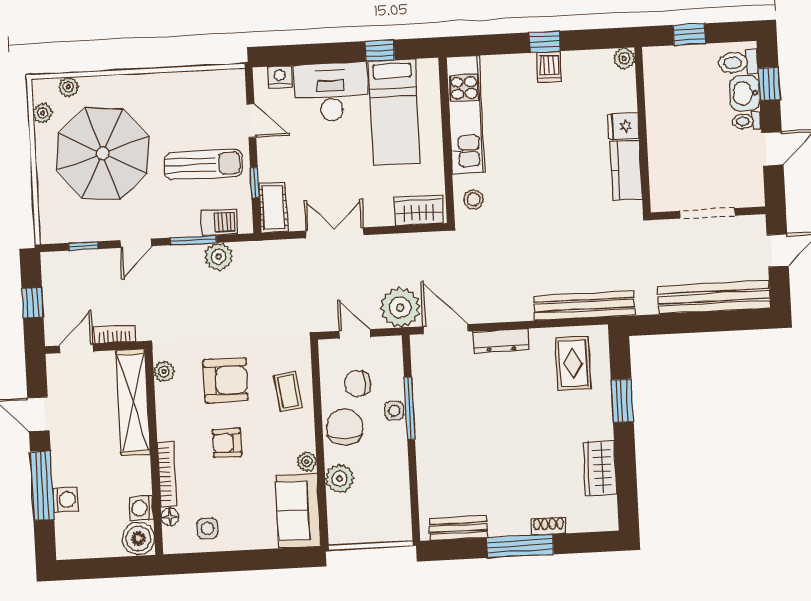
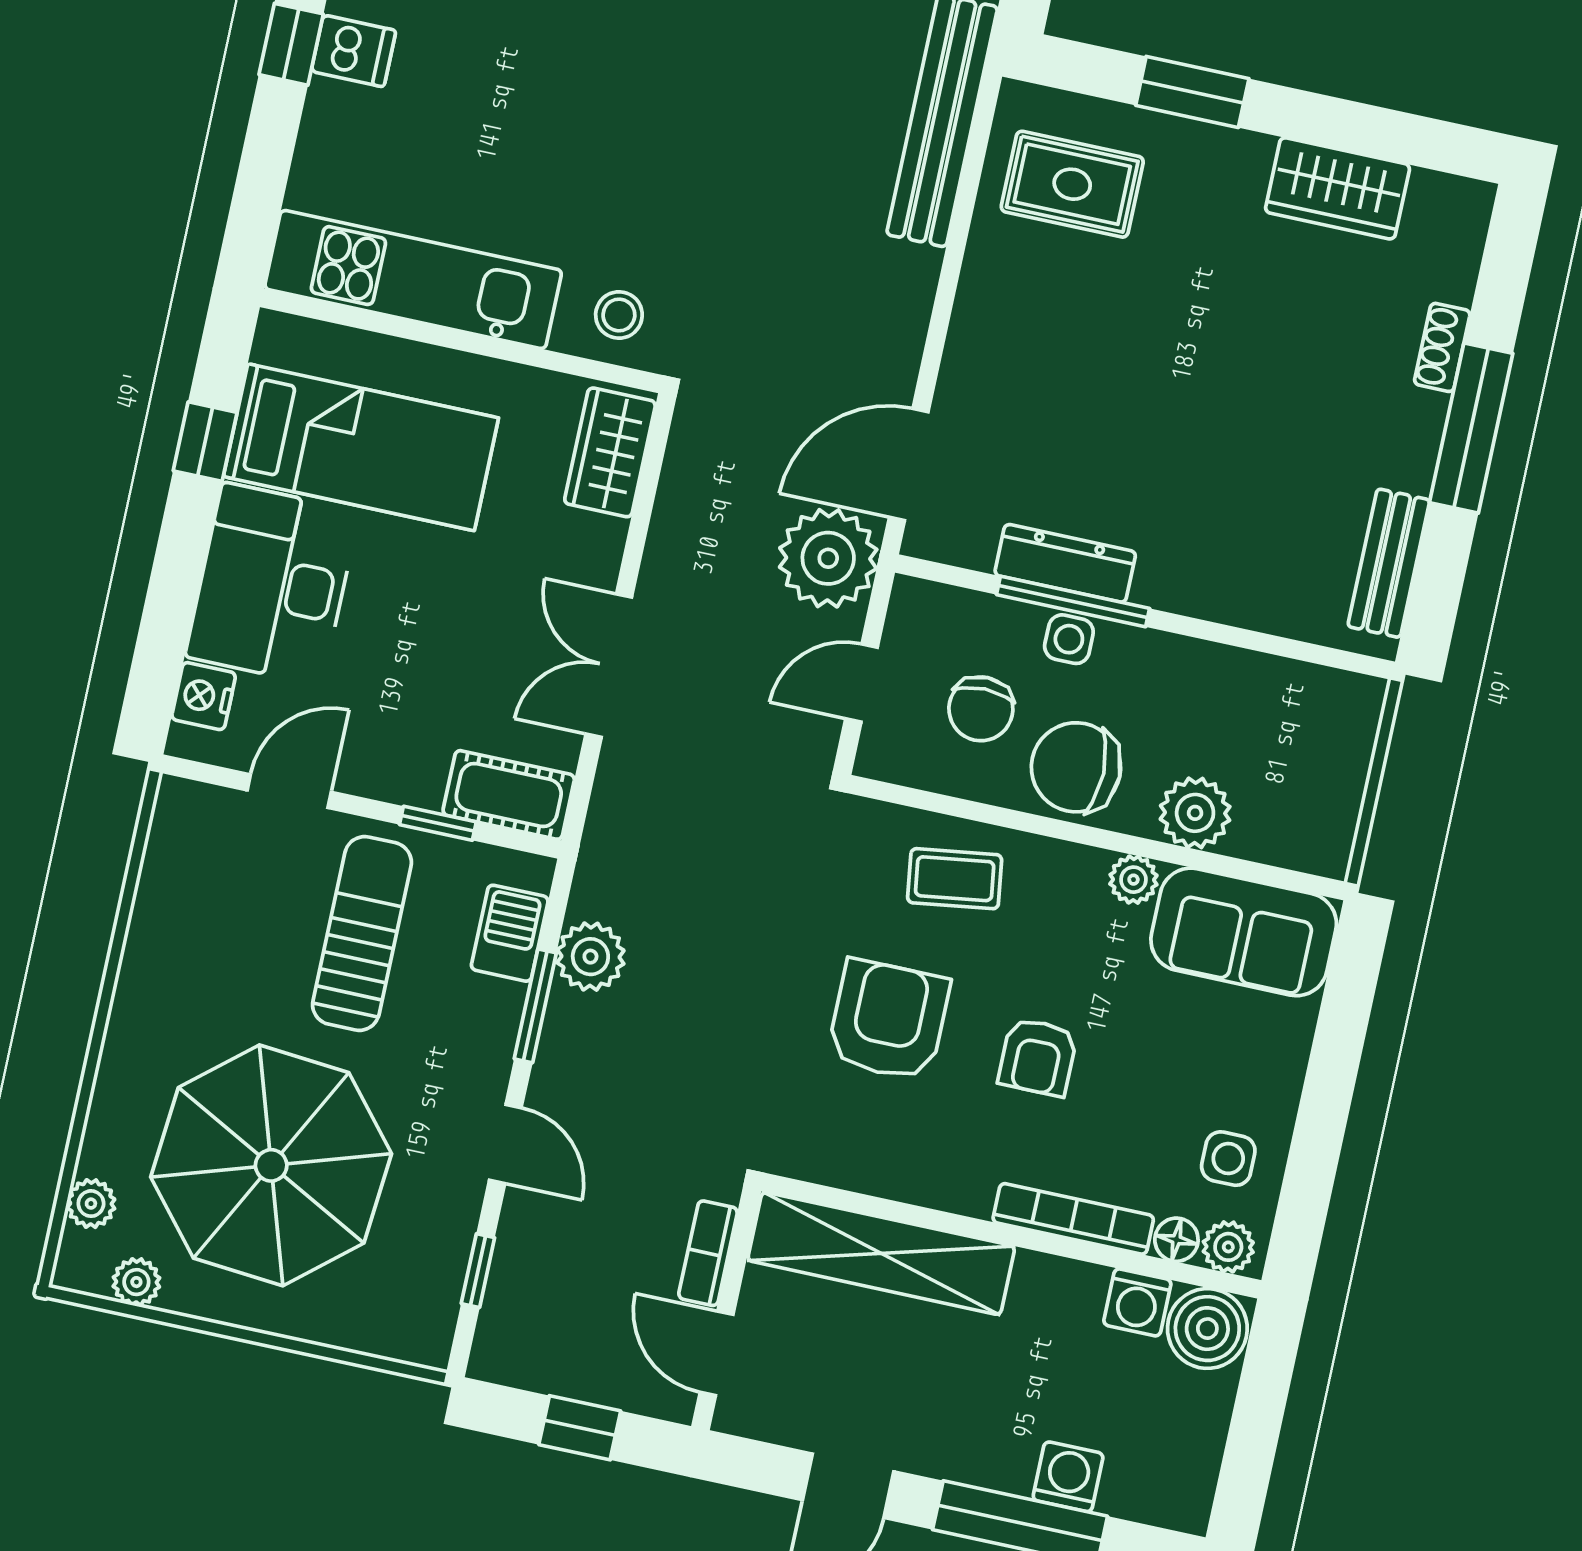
dresser: (501, 341) -> (1065, 563), moved, turned -90
plant: (164, 372) -> (1228, 1247), moved

